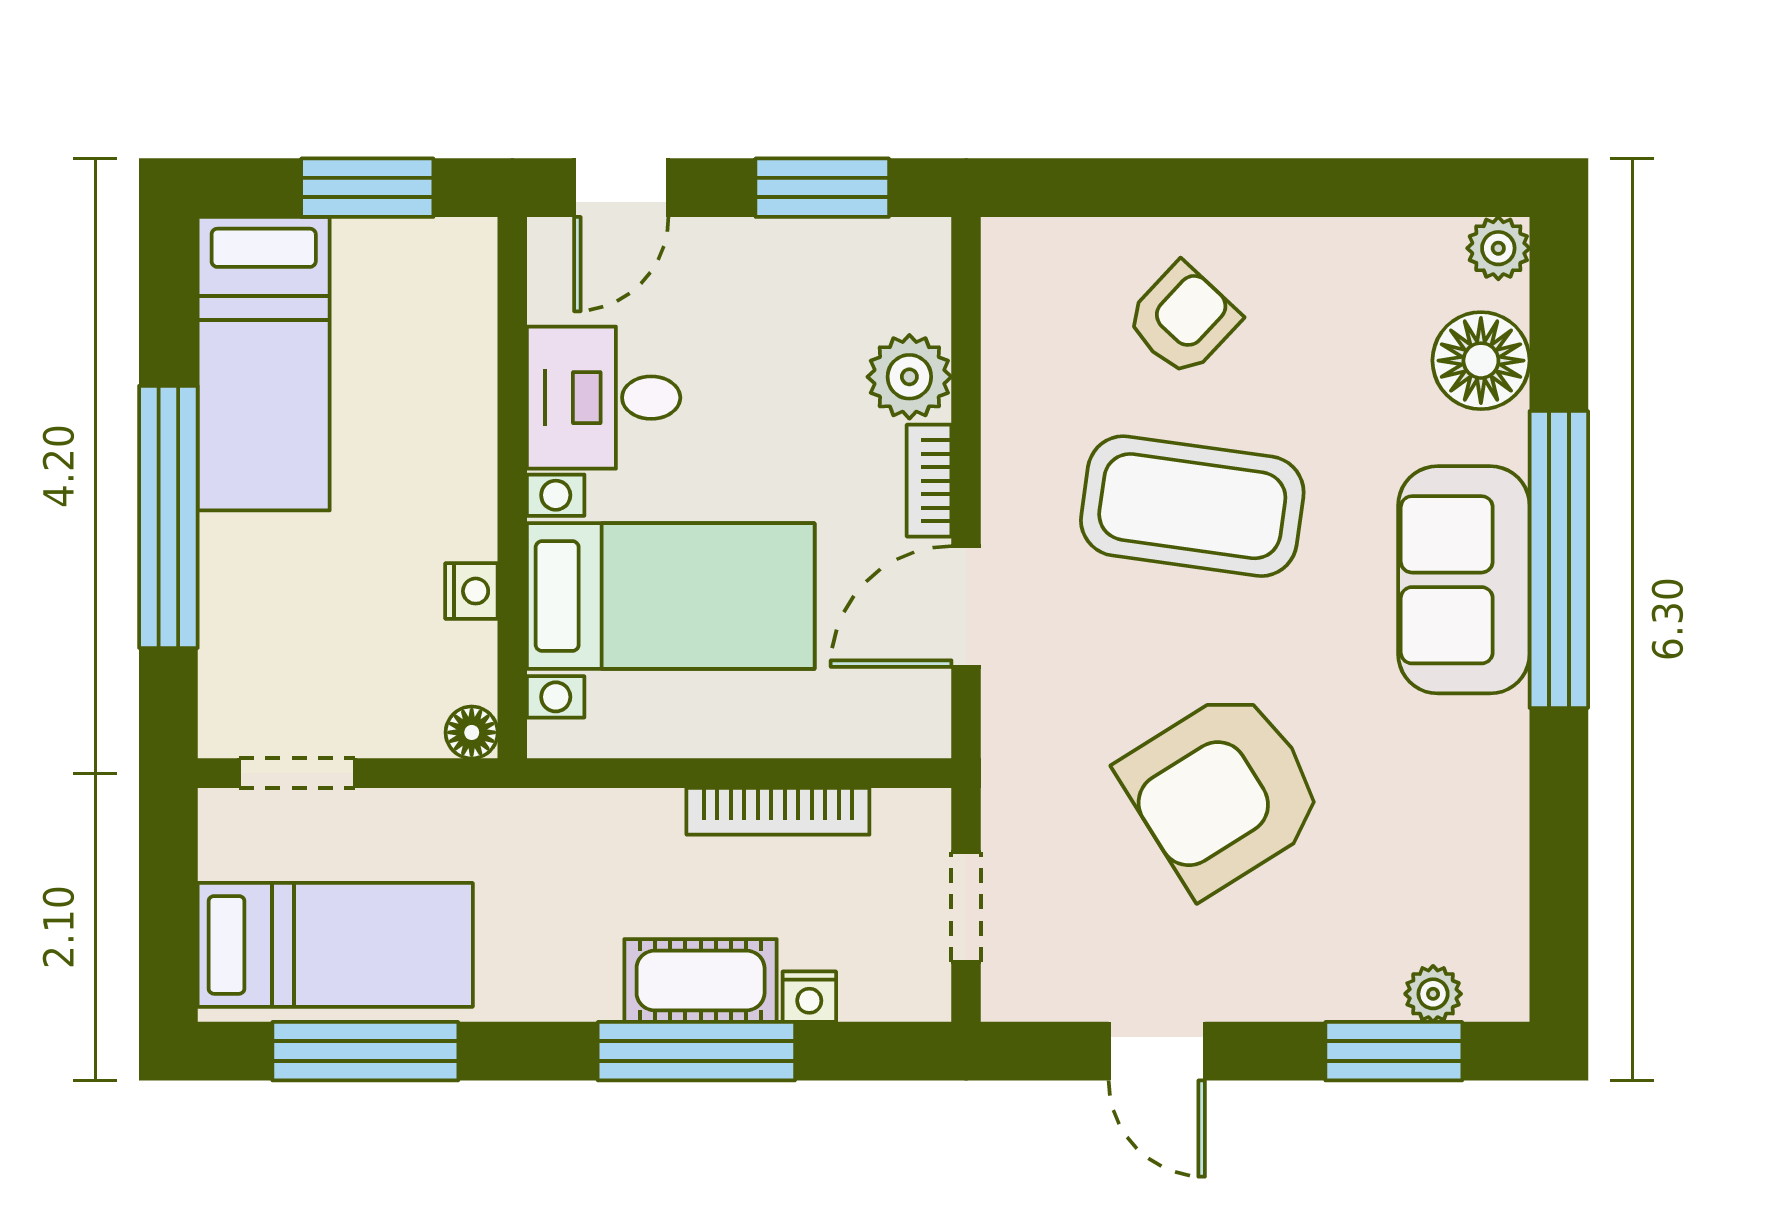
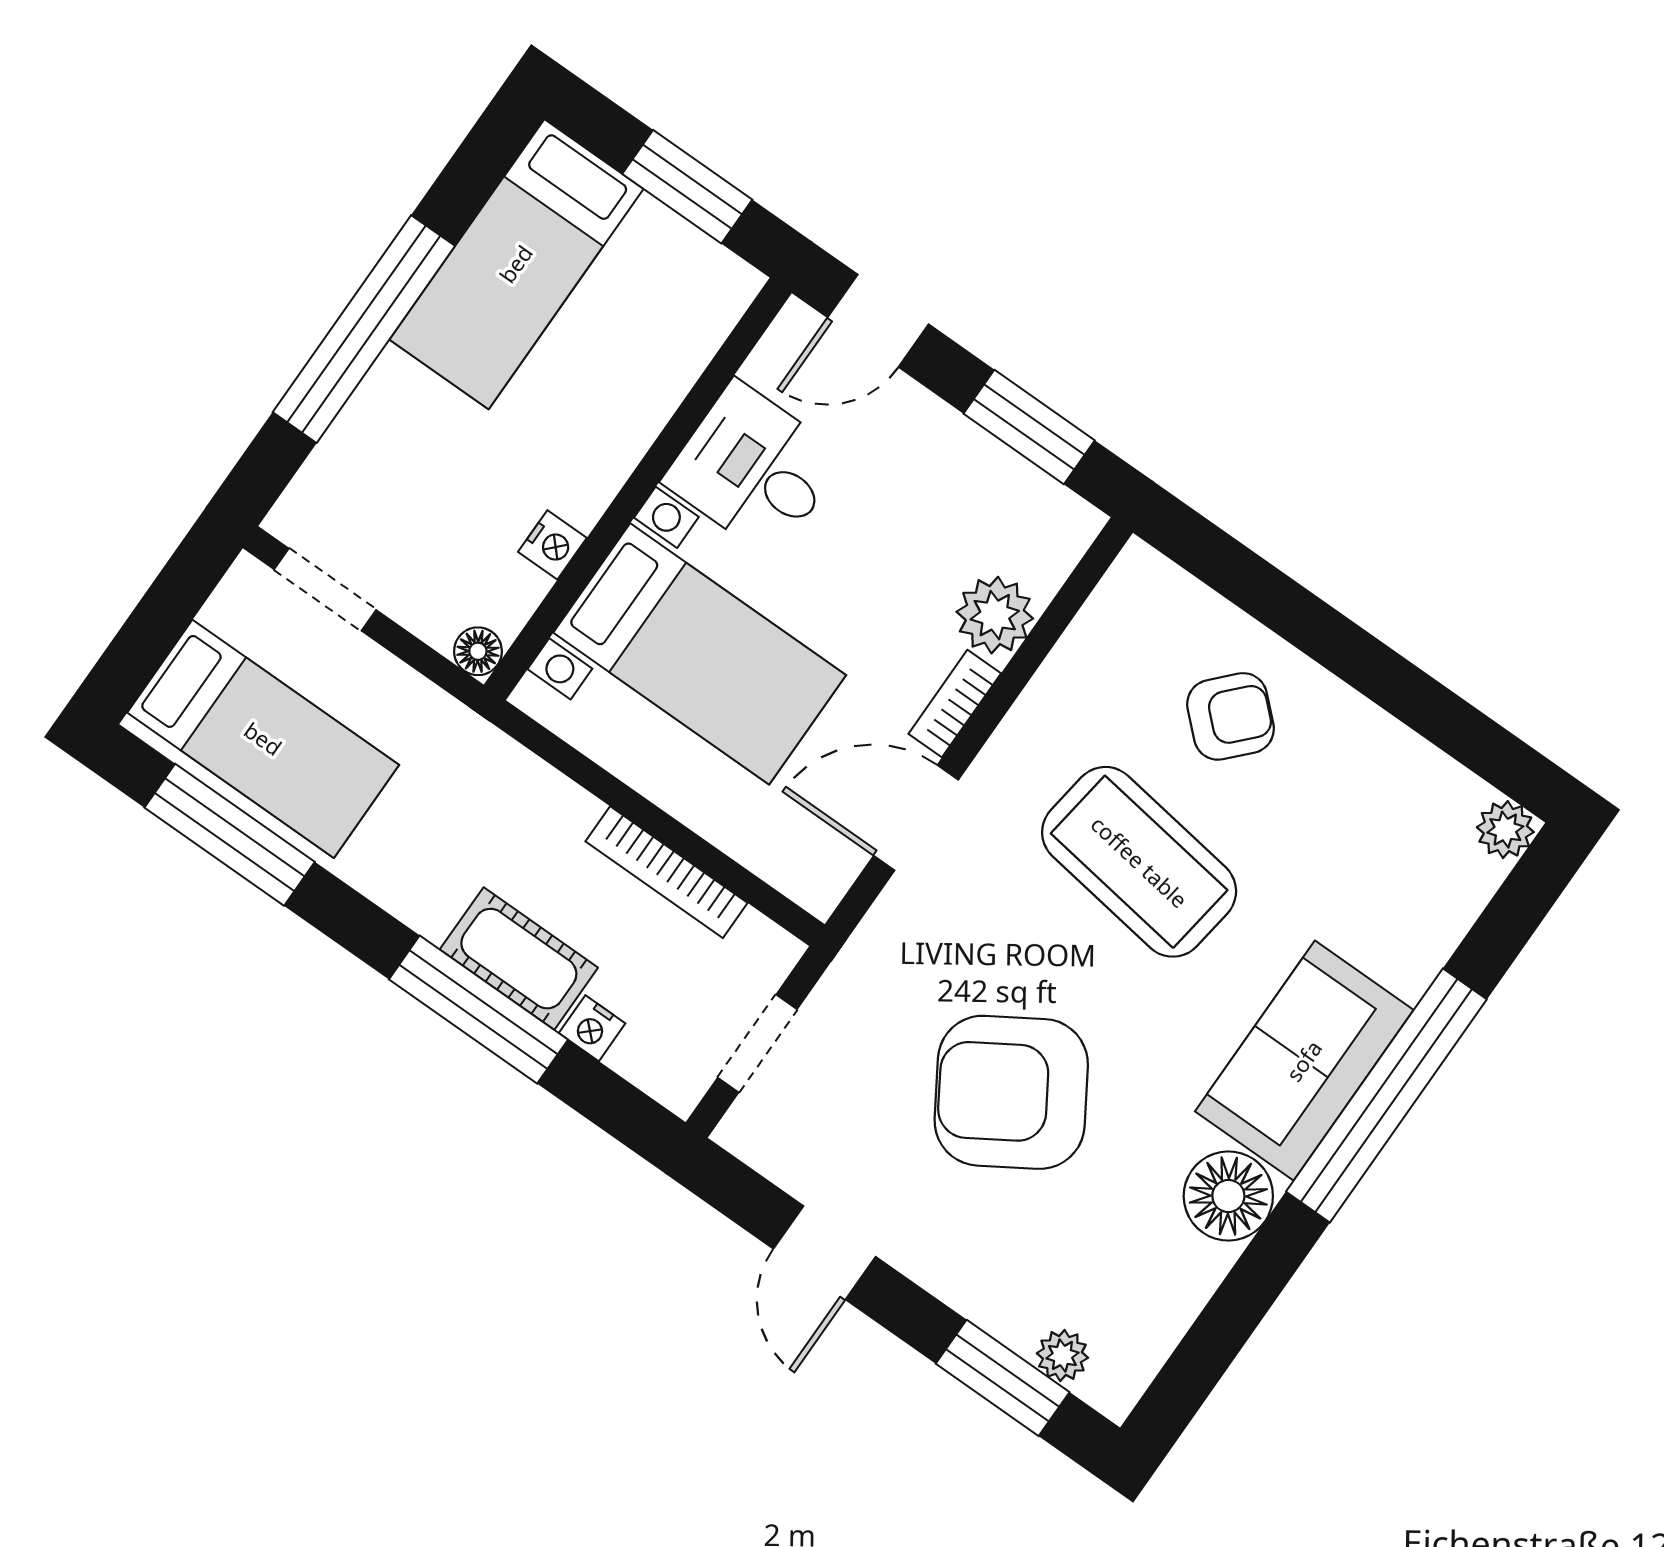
floor lamp: (1481, 361) -> (1228, 1196), moved

